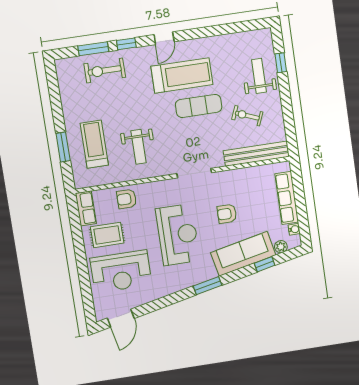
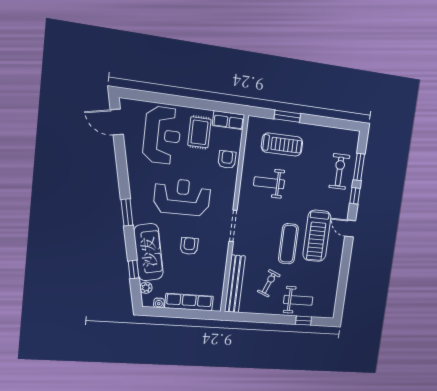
reception desk: (178, 235) -> (182, 197), turned 180
reception desk: (121, 271) -> (162, 135), turned 180

